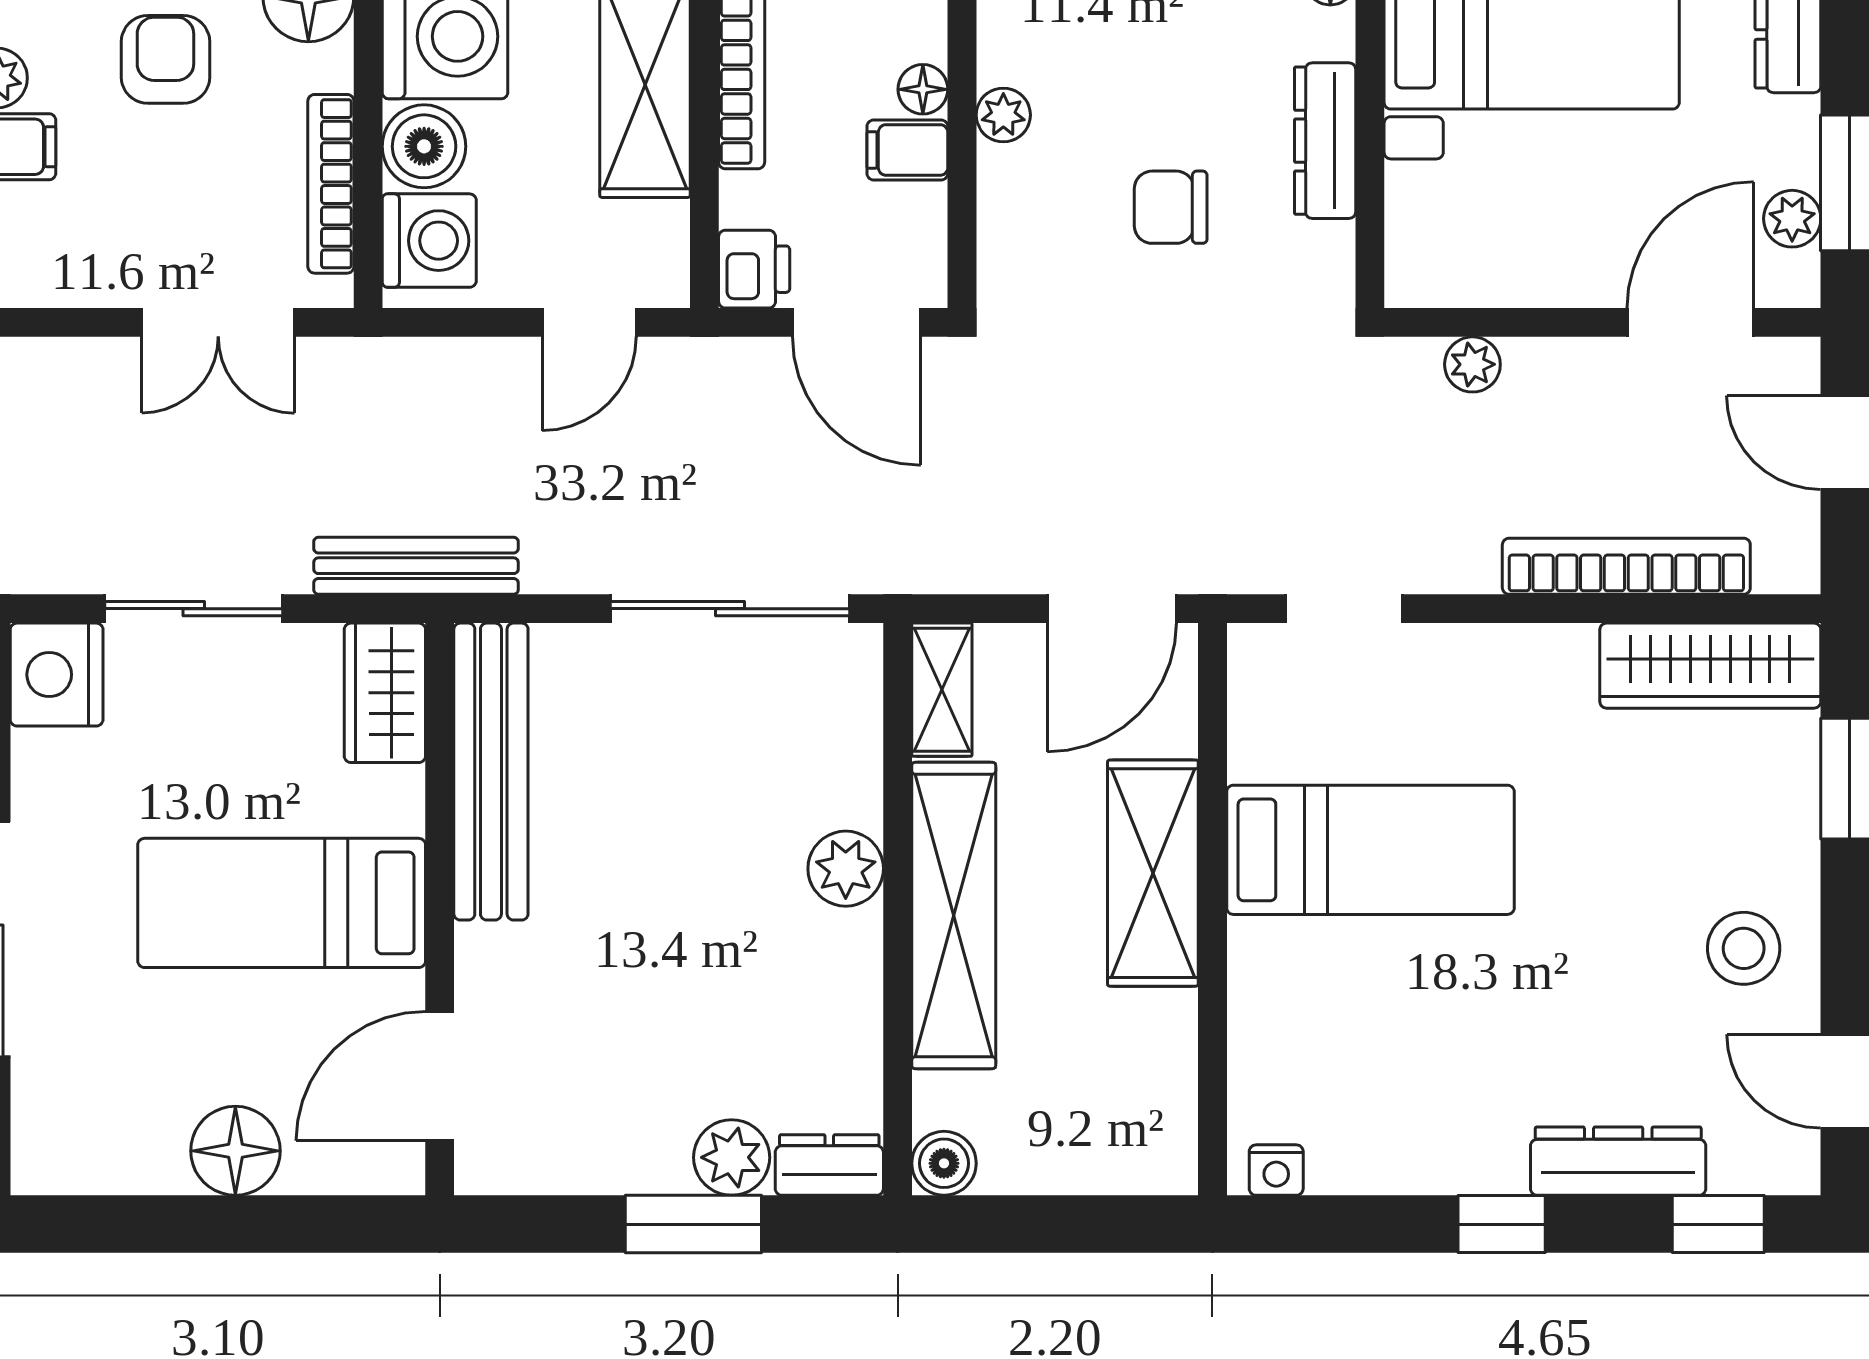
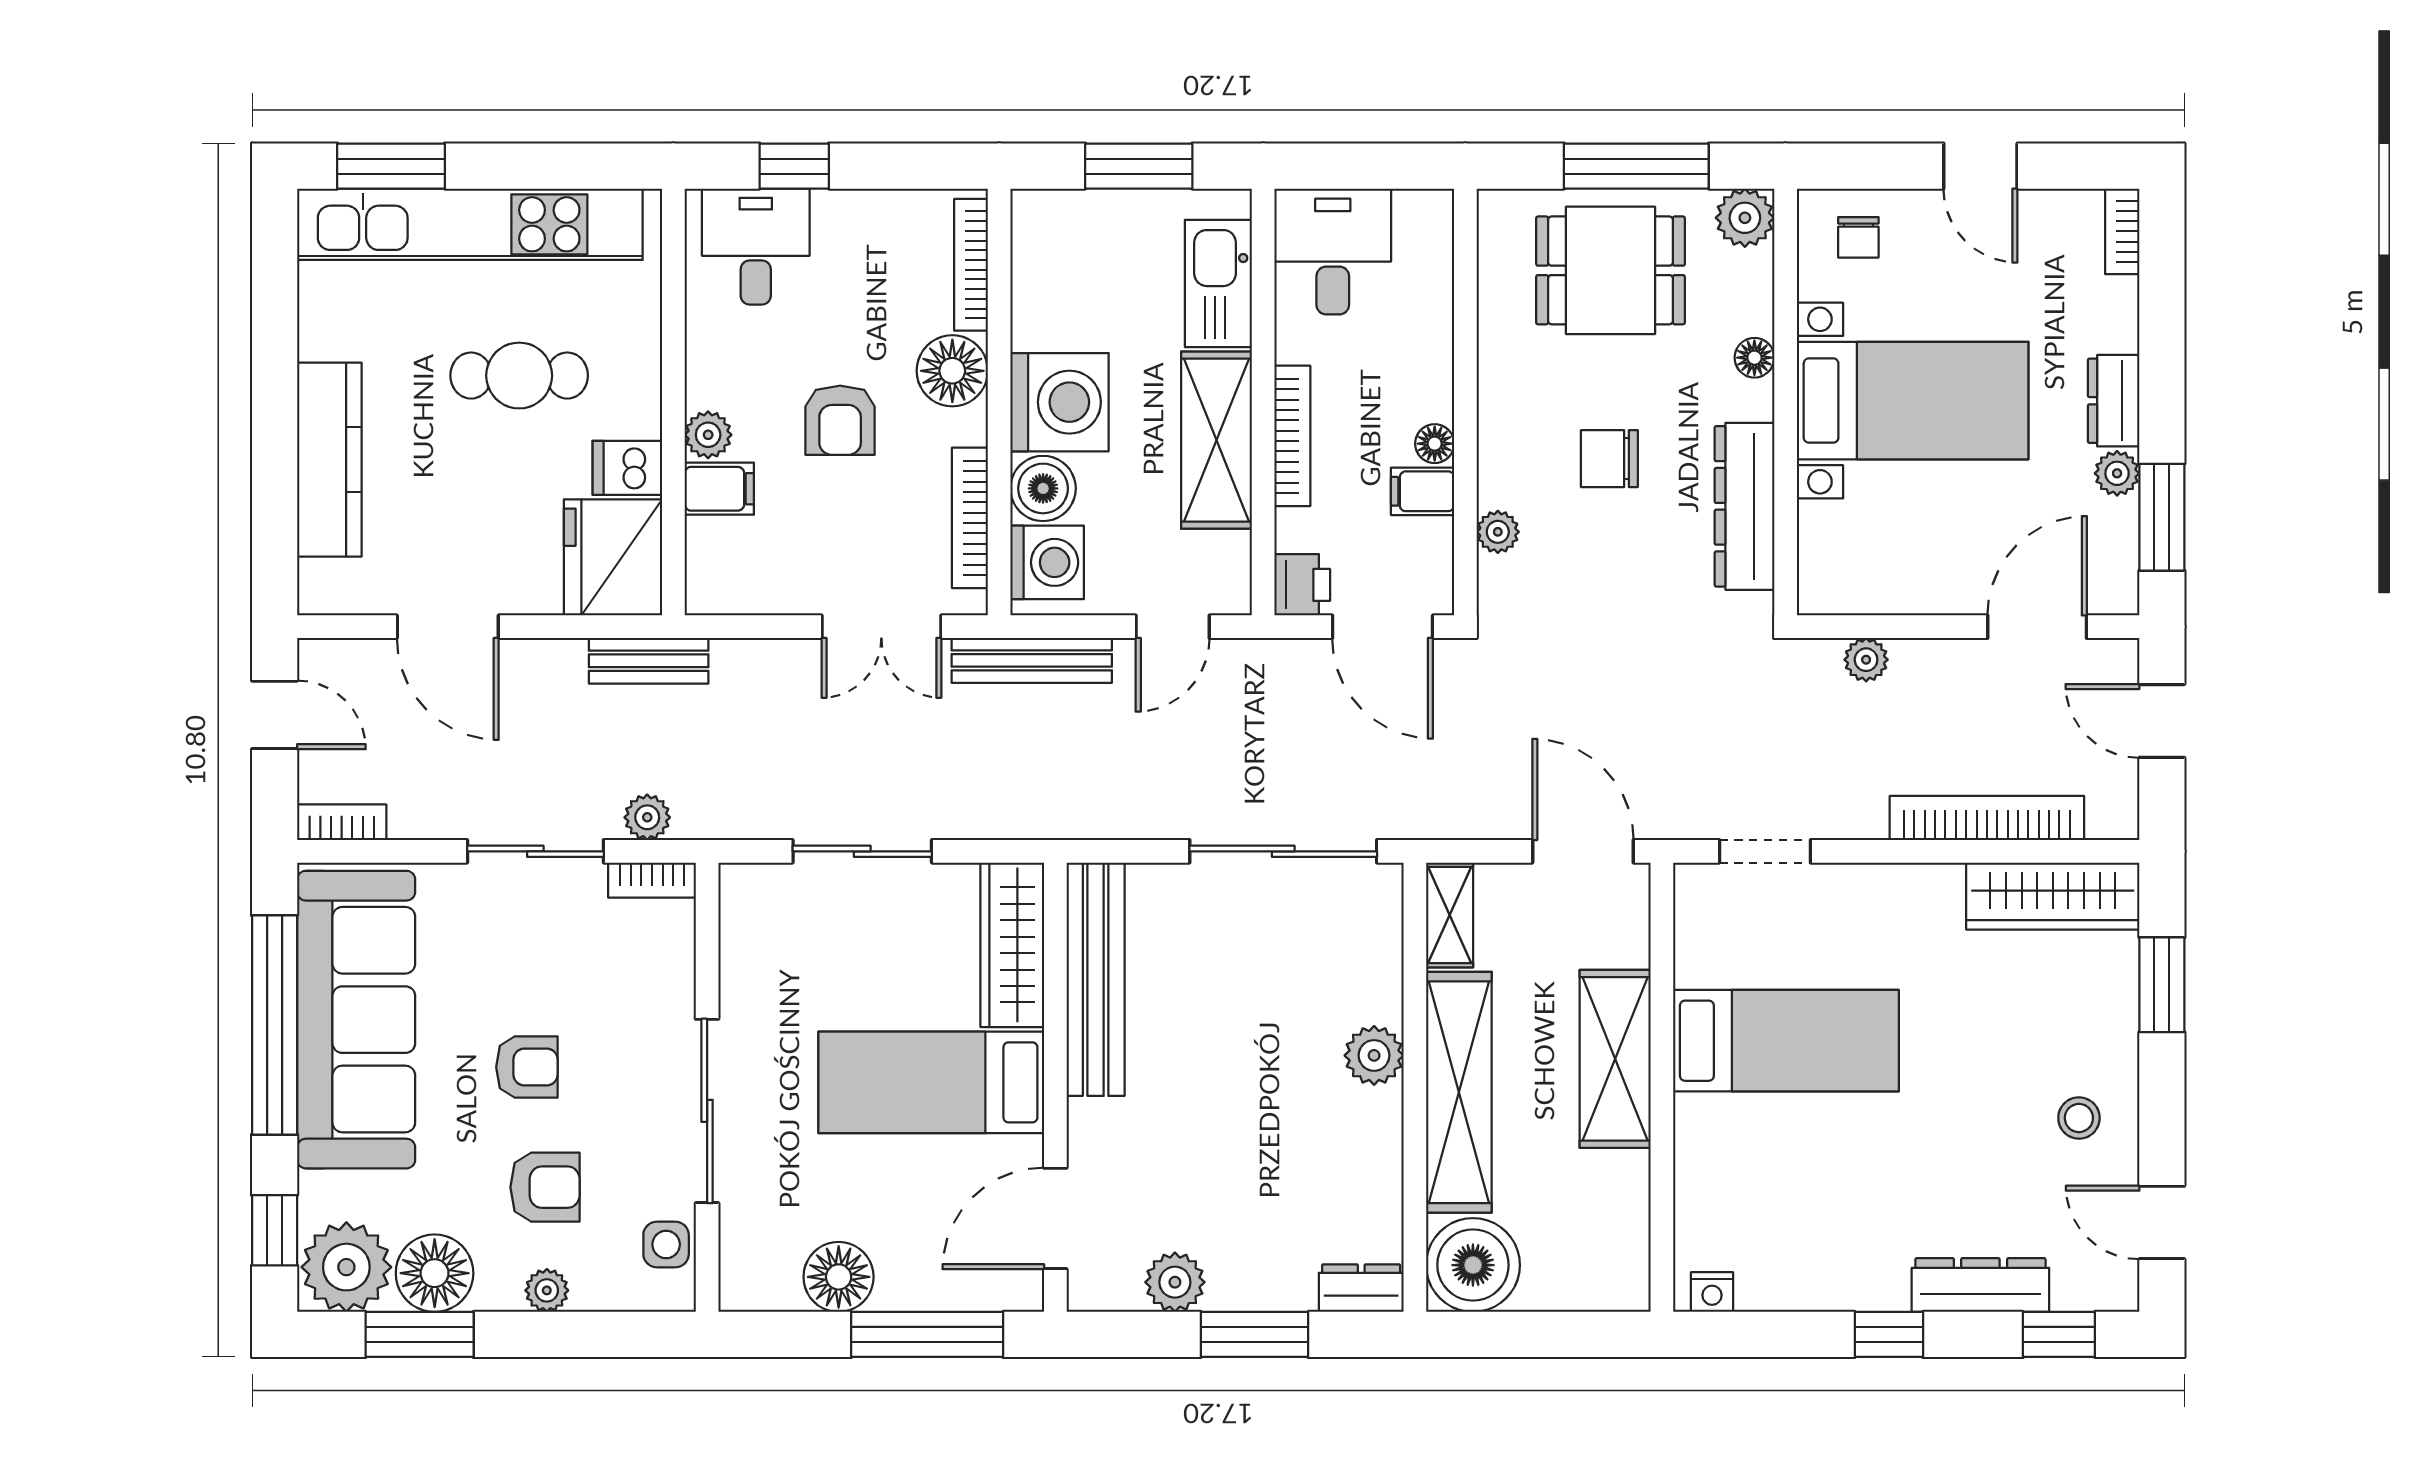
armchair: (165, 59) -> (840, 420), turned 180
plant: (1003, 115) -> (1498, 532), moved
dresser: (1325, 141) -> (1744, 506), width x1.37, depth x1.24
chair: (1171, 207) -> (1609, 459), moved
plant: (1792, 219) -> (2117, 473), moved
bench: (416, 566) -> (1032, 660), moved
door: (1112, 609) -> (1583, 851), swing flipped
nightstand: (57, 675) -> (755, 903), removed
wardrobe: (385, 693) -> (1012, 945), width x1.50
stool: (1744, 948) -> (2079, 1118), width x0.73, depth x0.73
floor lamp: (235, 1151) -> (839, 1277), moved
plant: (732, 1157) -> (1175, 1282), moved
boiler: (944, 1163) -> (1473, 1265), width x1.86, depth x1.86
window: (276, 1224) -> (927, 1334), added

